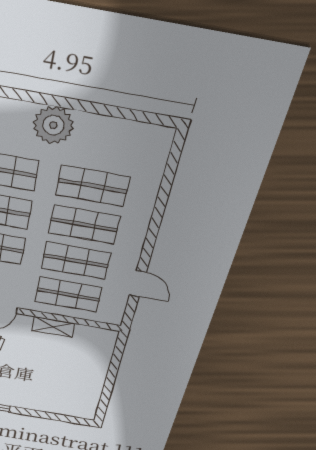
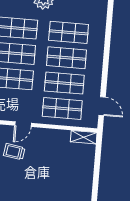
door: (138, 284) -> (102, 106), moved
shelving: (53, 327) -> (84, 137), moved

